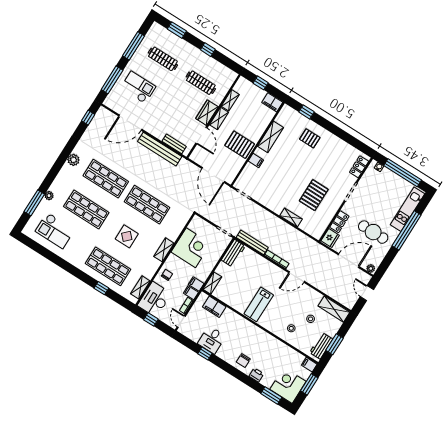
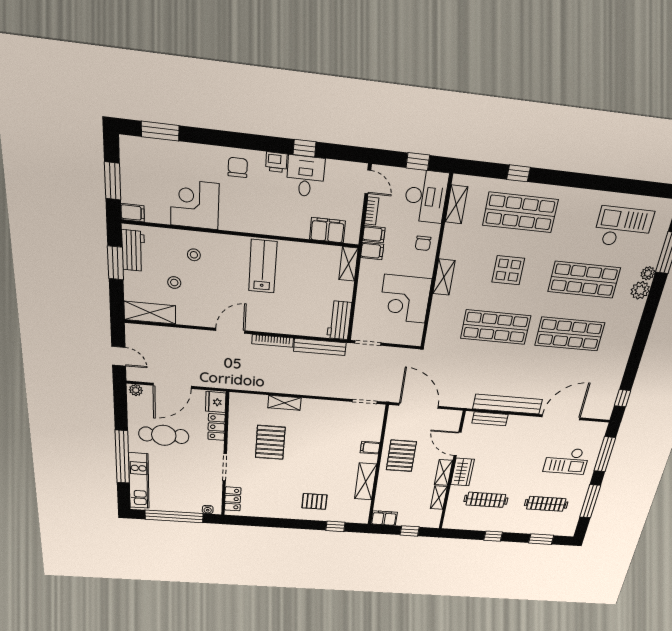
pallet: (240, 145) -> (401, 456), turned 90
plant: (73, 160) -> (640, 290), moved
printer: (256, 375) -> (276, 162), moved
corner desk: (288, 385) -> (195, 204), moved, turned 180

